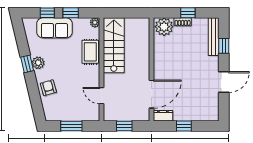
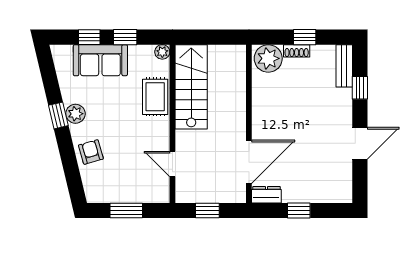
bench: (214, 37) -> (344, 66), width x0.73

